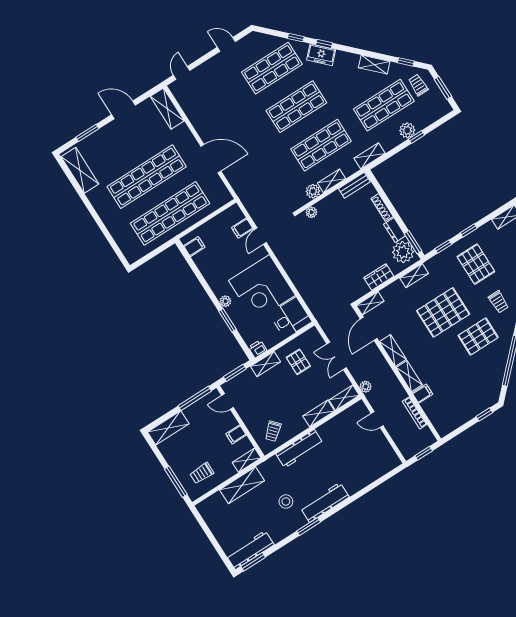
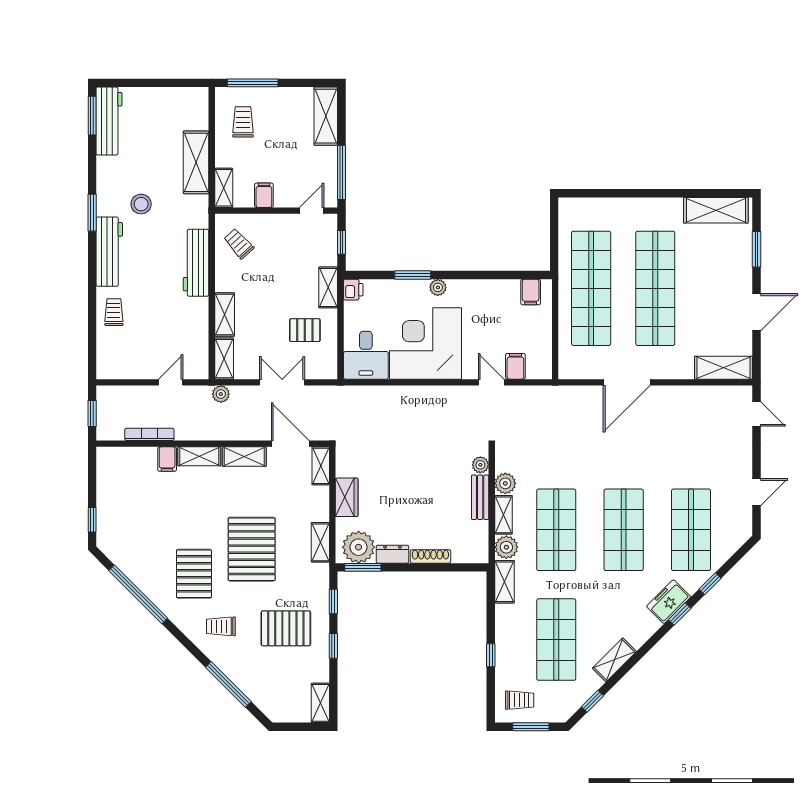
trolley: (418, 85) -> (520, 700), moved
plant: (407, 130) -> (506, 547), moved
bench: (354, 185) -> (480, 497), moved
window: (235, 373) -> (342, 242), width x0.67
trolley: (358, 478) -> (114, 312), added

